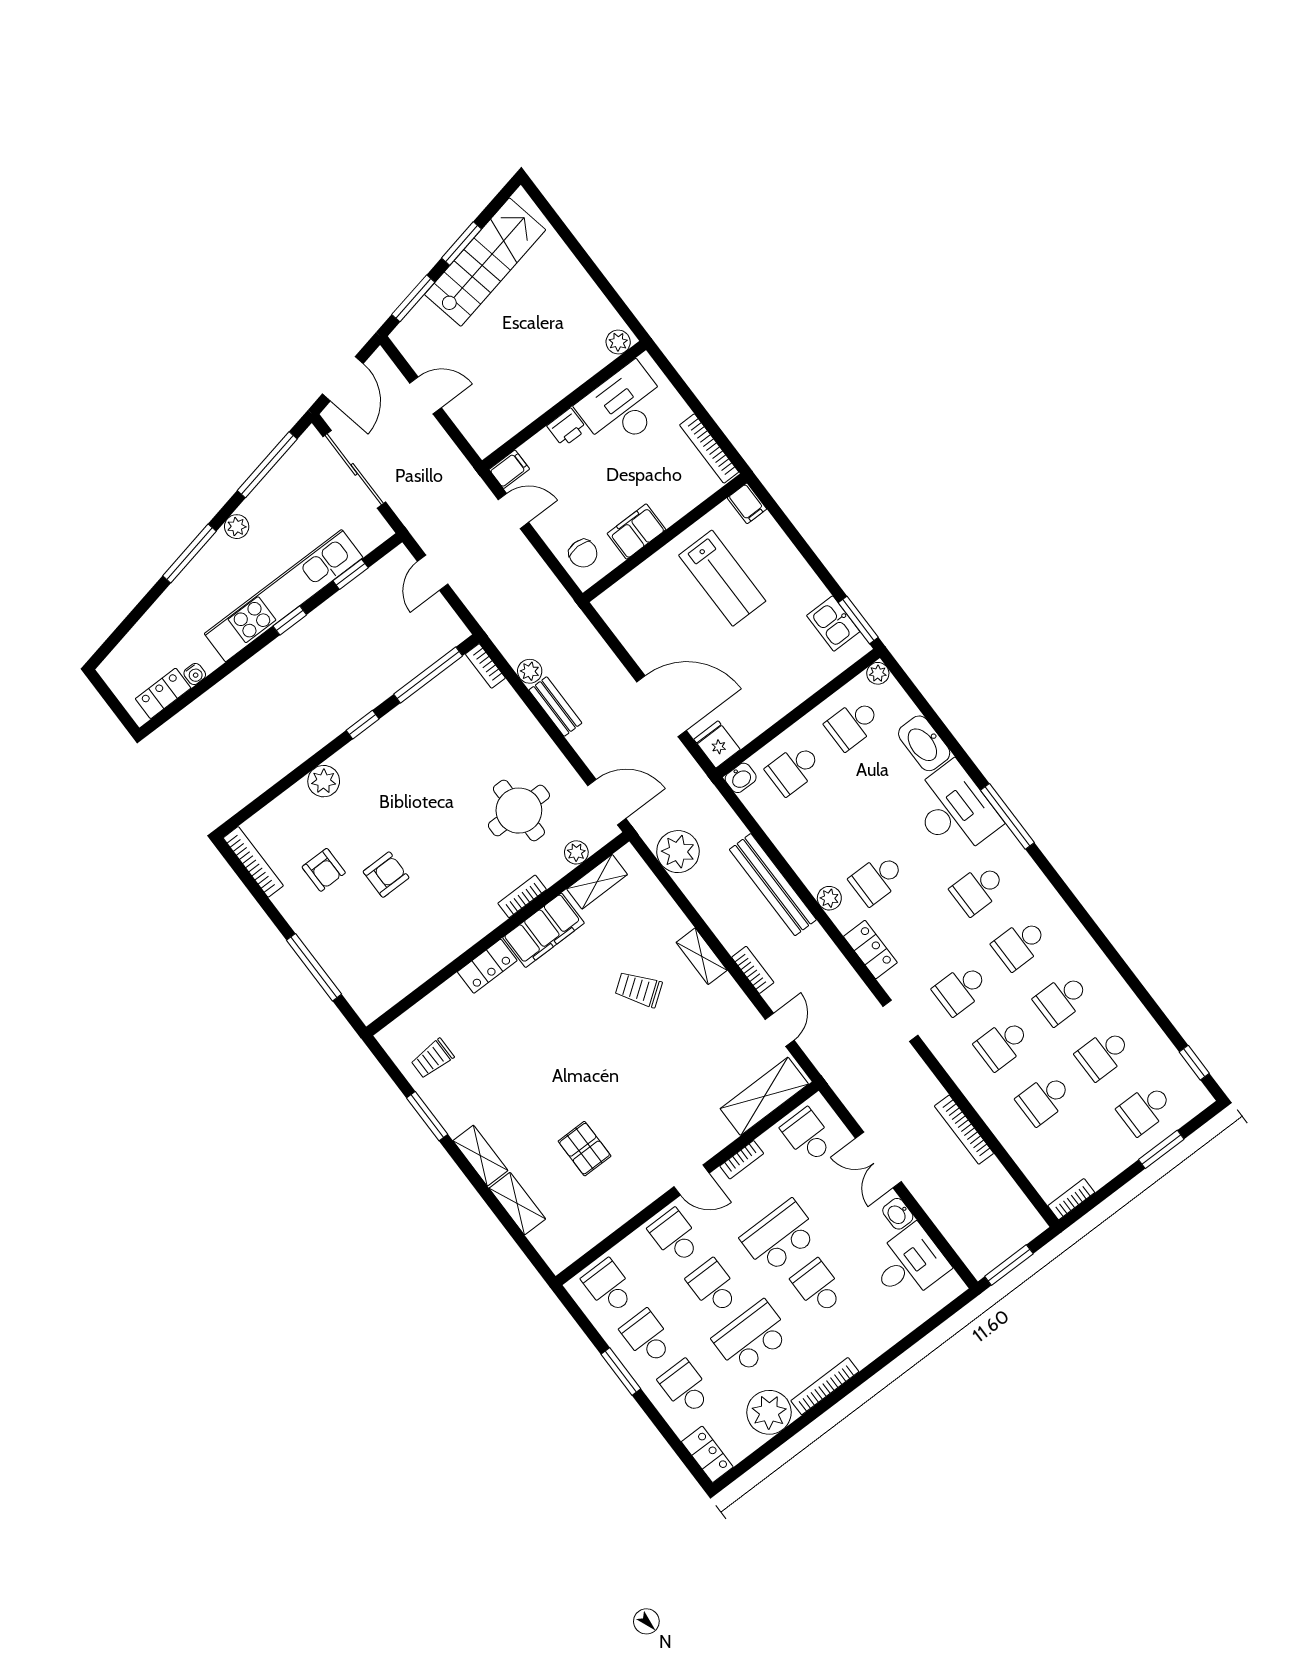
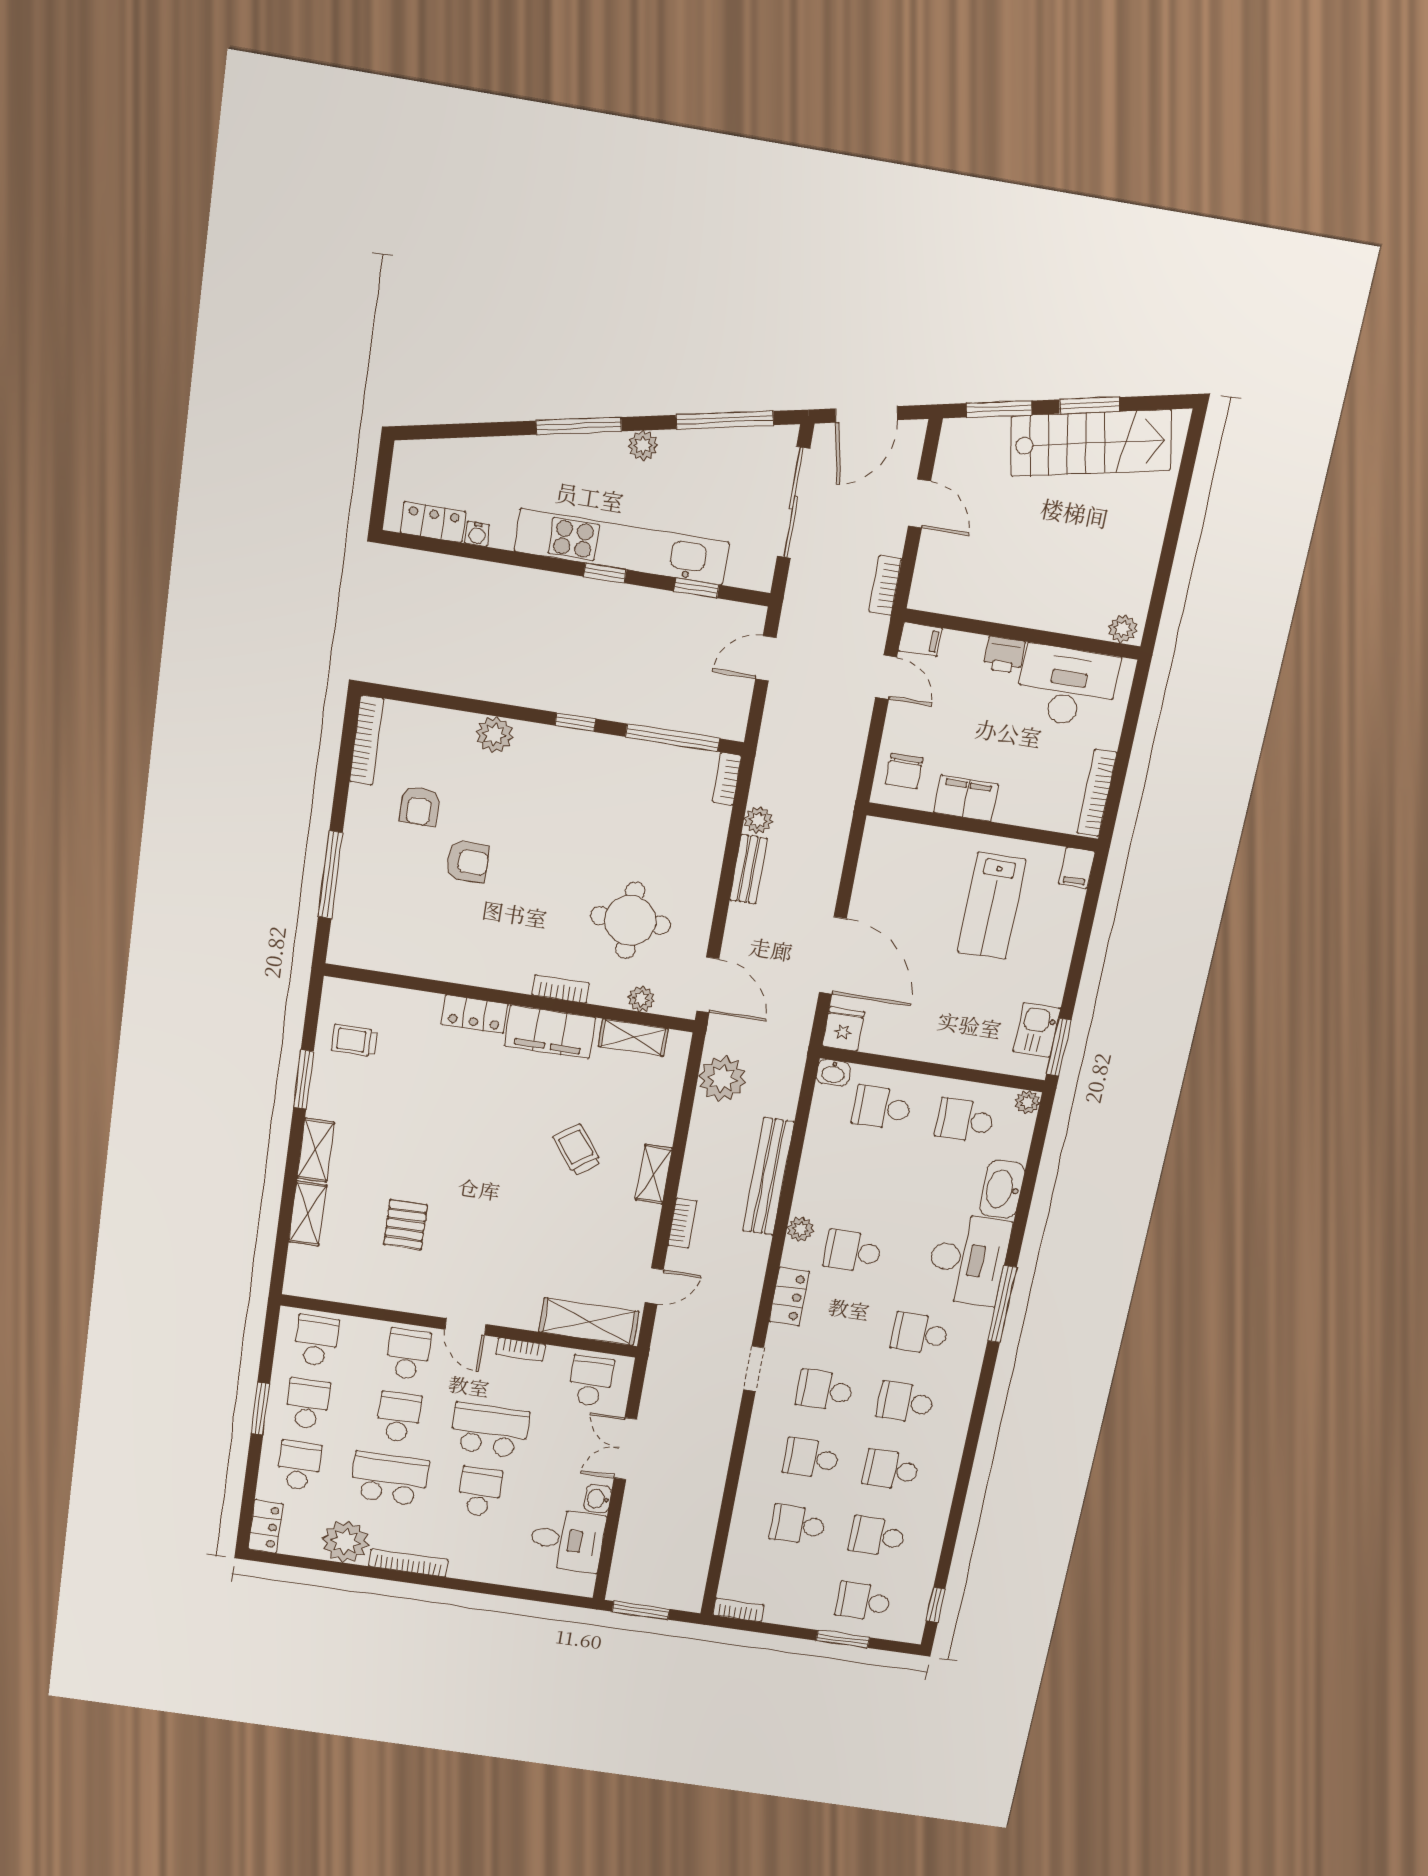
bookcase: (964, 1130) -> (885, 585), moved, width x0.64

